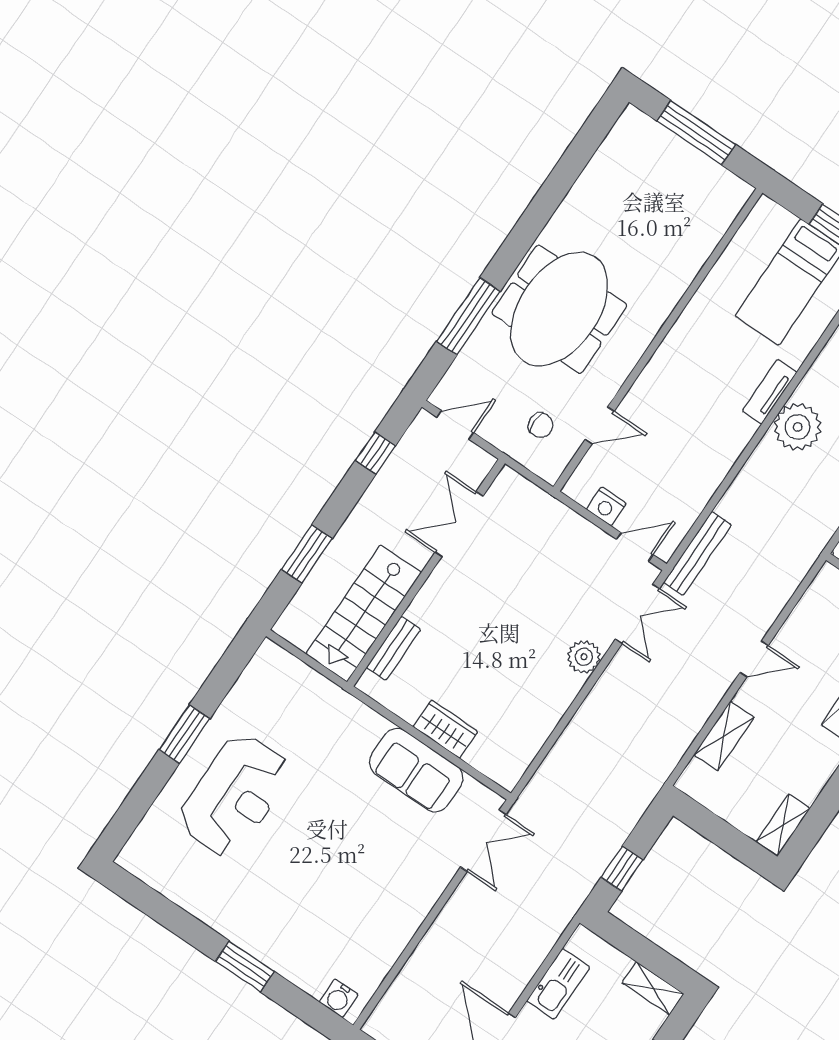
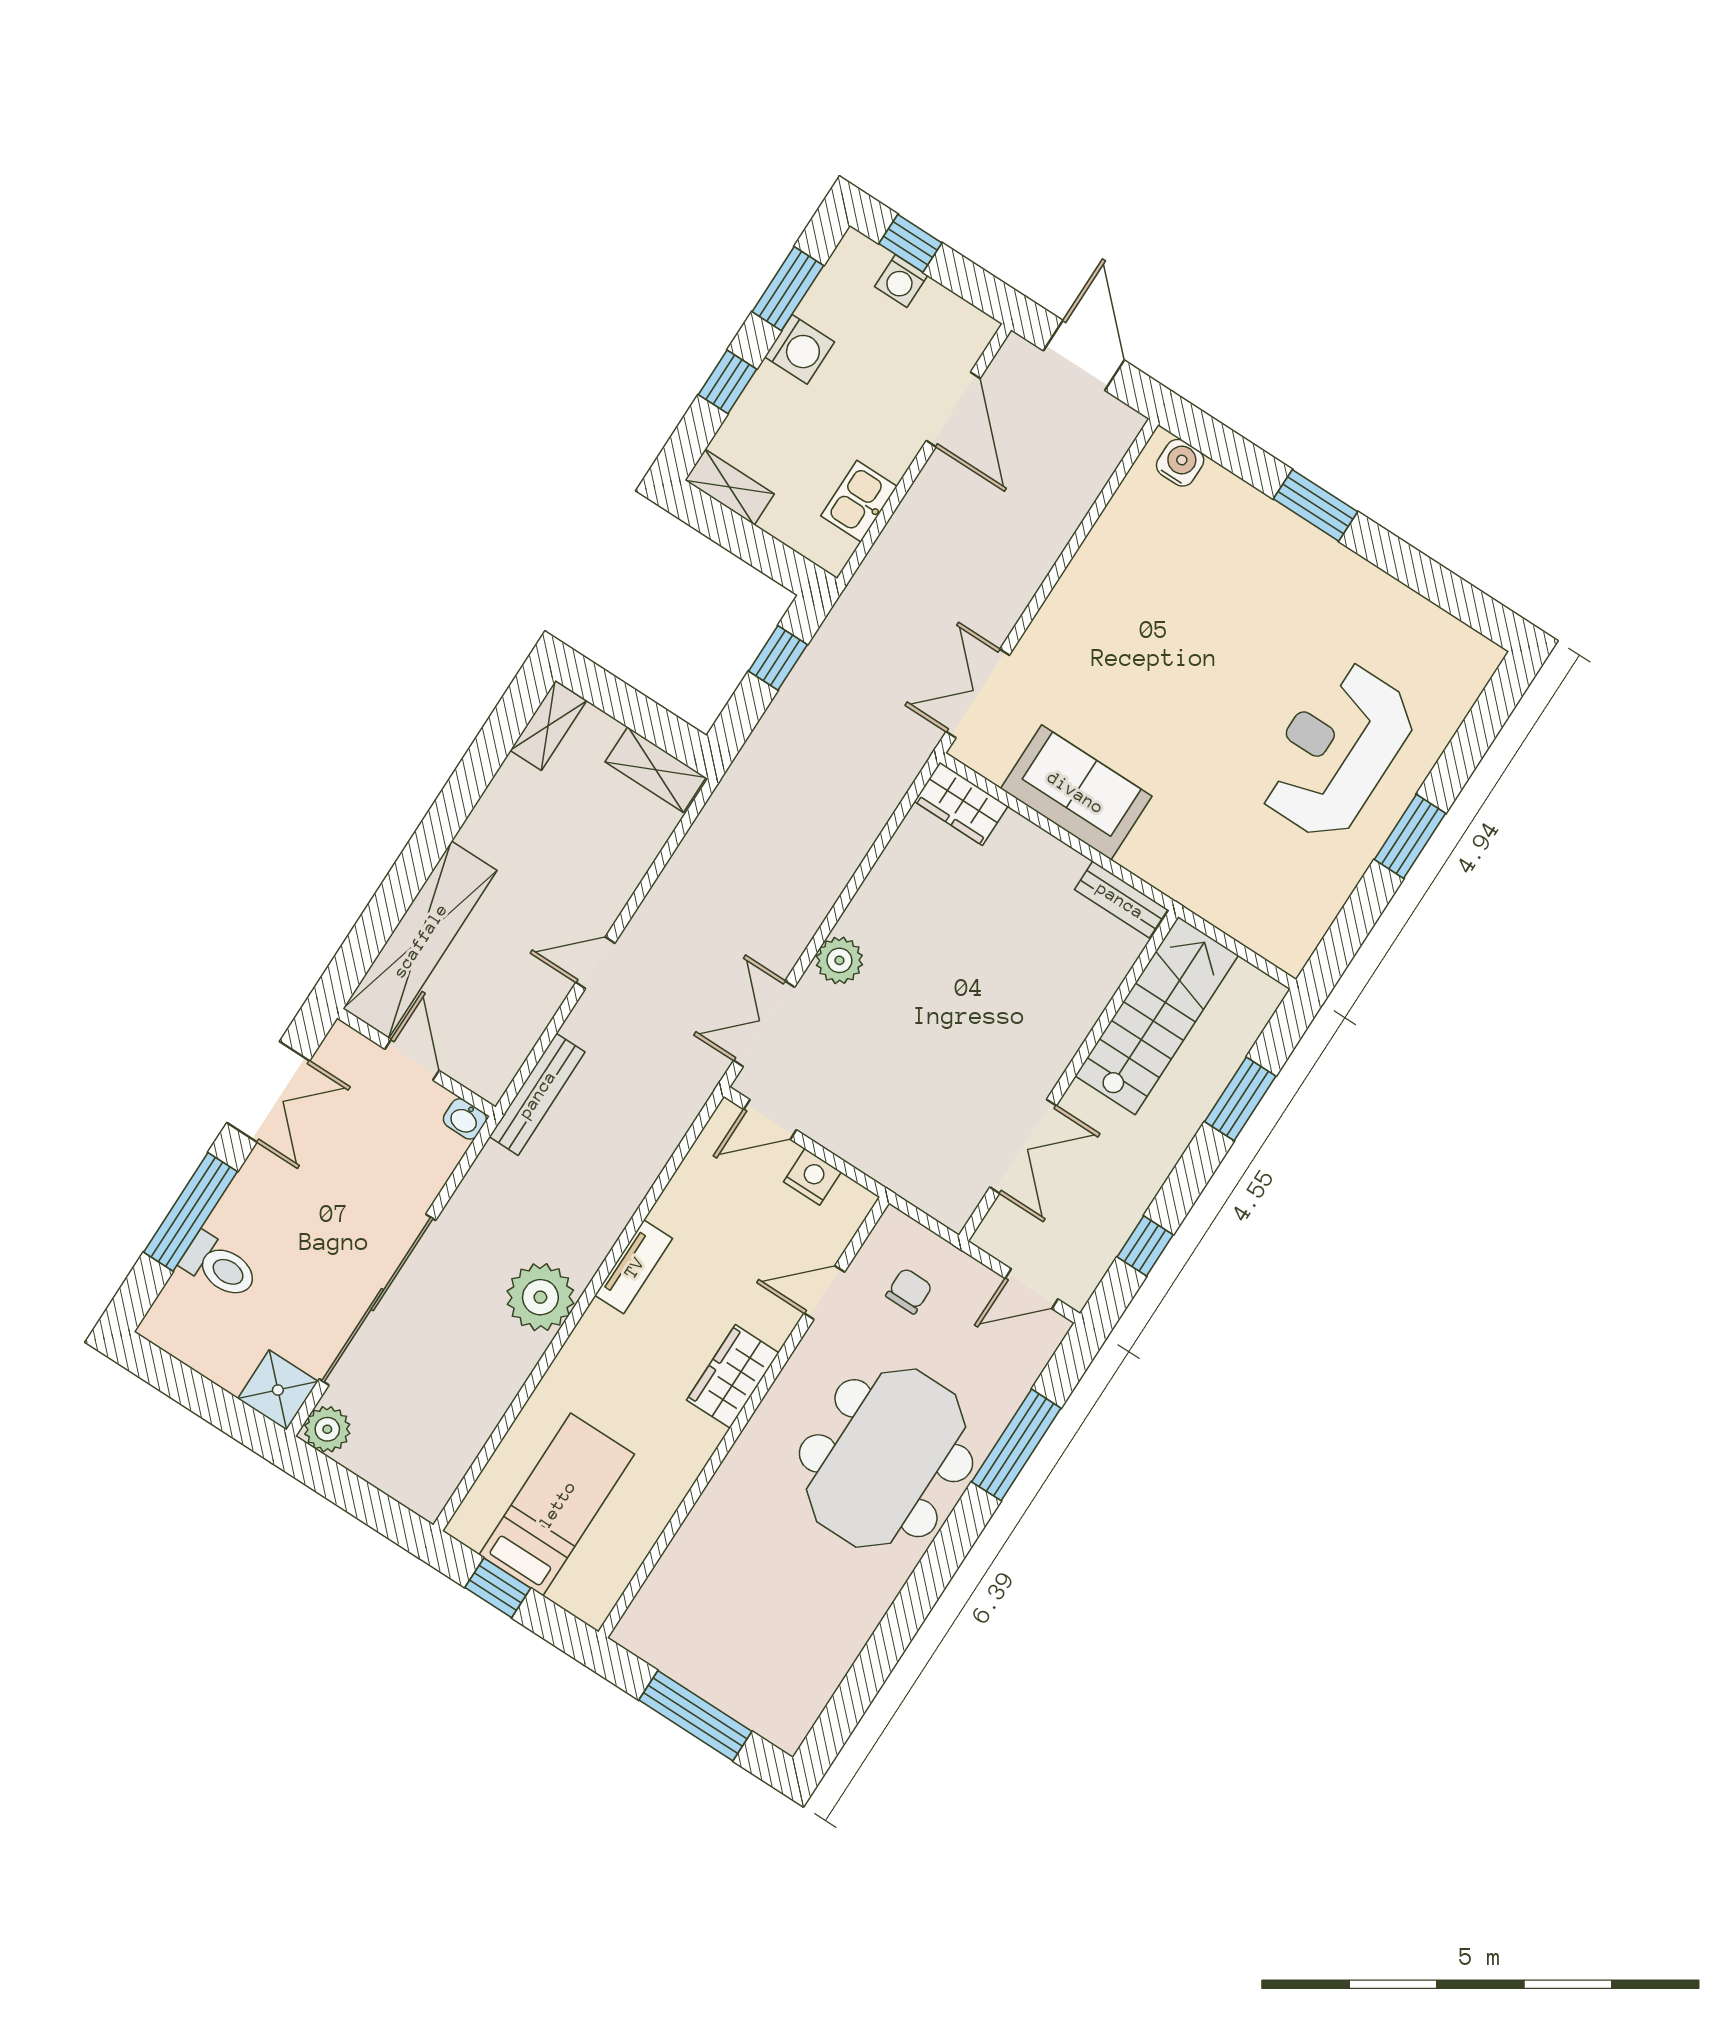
wardrobe: (665, 369) -> (733, 1376), added
tv unit: (770, 392) -> (634, 1267), moved
chair: (541, 425) -> (909, 1291), turned 90
bench: (697, 553) -> (537, 1094), moved
bench: (393, 648) -> (1121, 900), moved, turned 90
wardrobe: (445, 729) -> (961, 804), moved
shelving: (724, 736) -> (656, 770), moved, turned 90
kitchen sink: (558, 984) -> (859, 501), width x0.73

